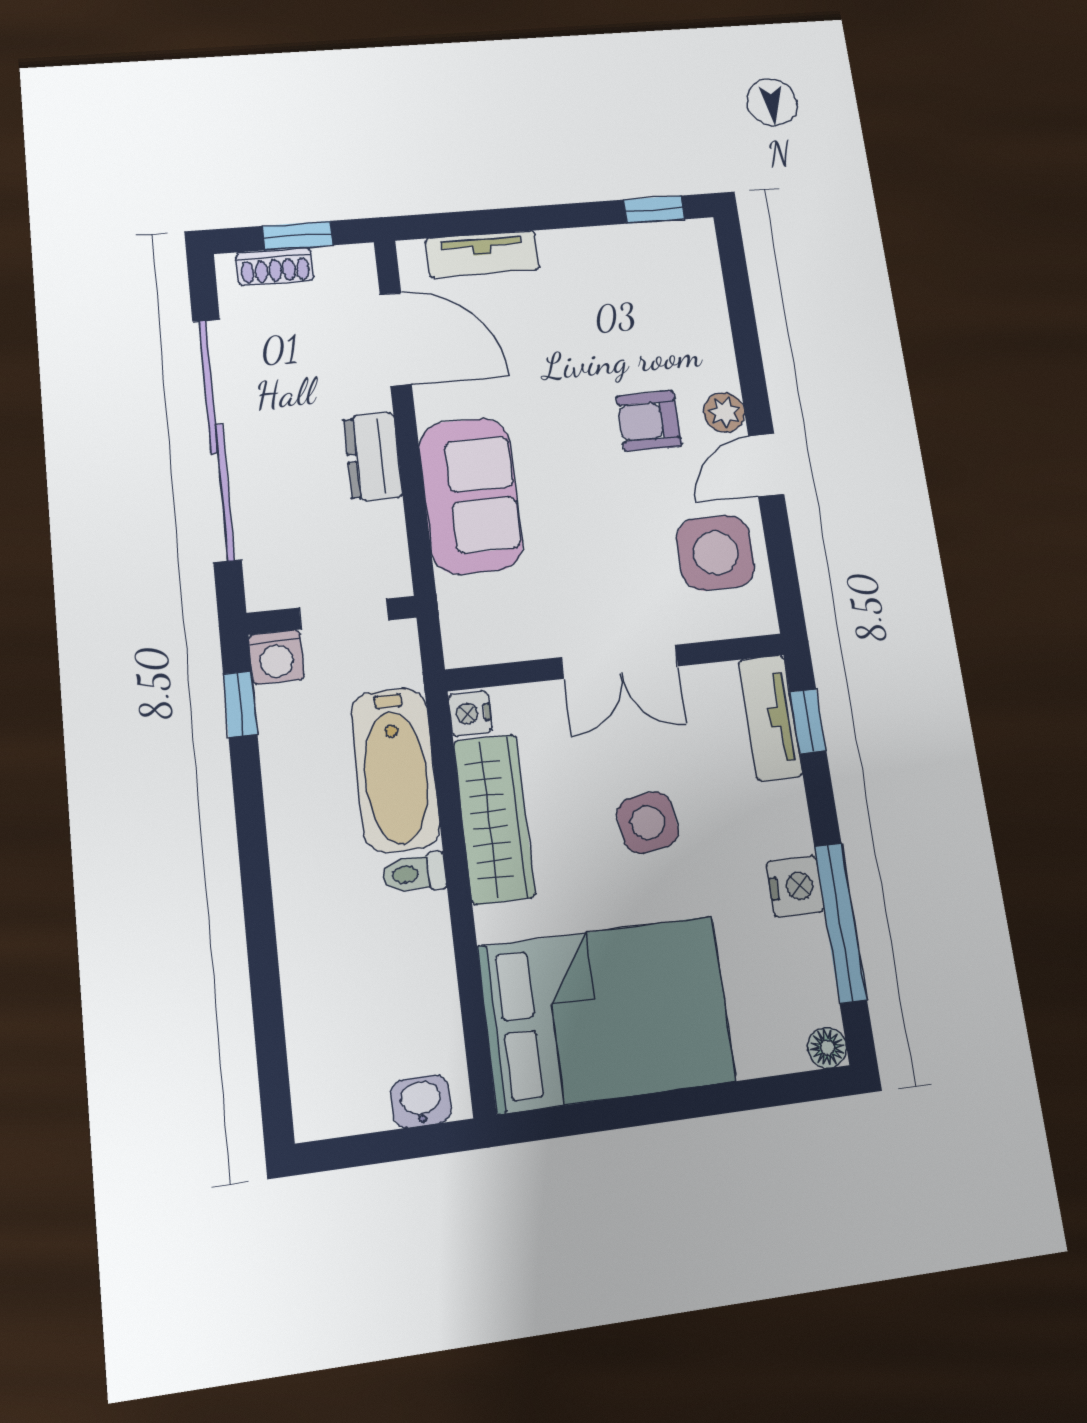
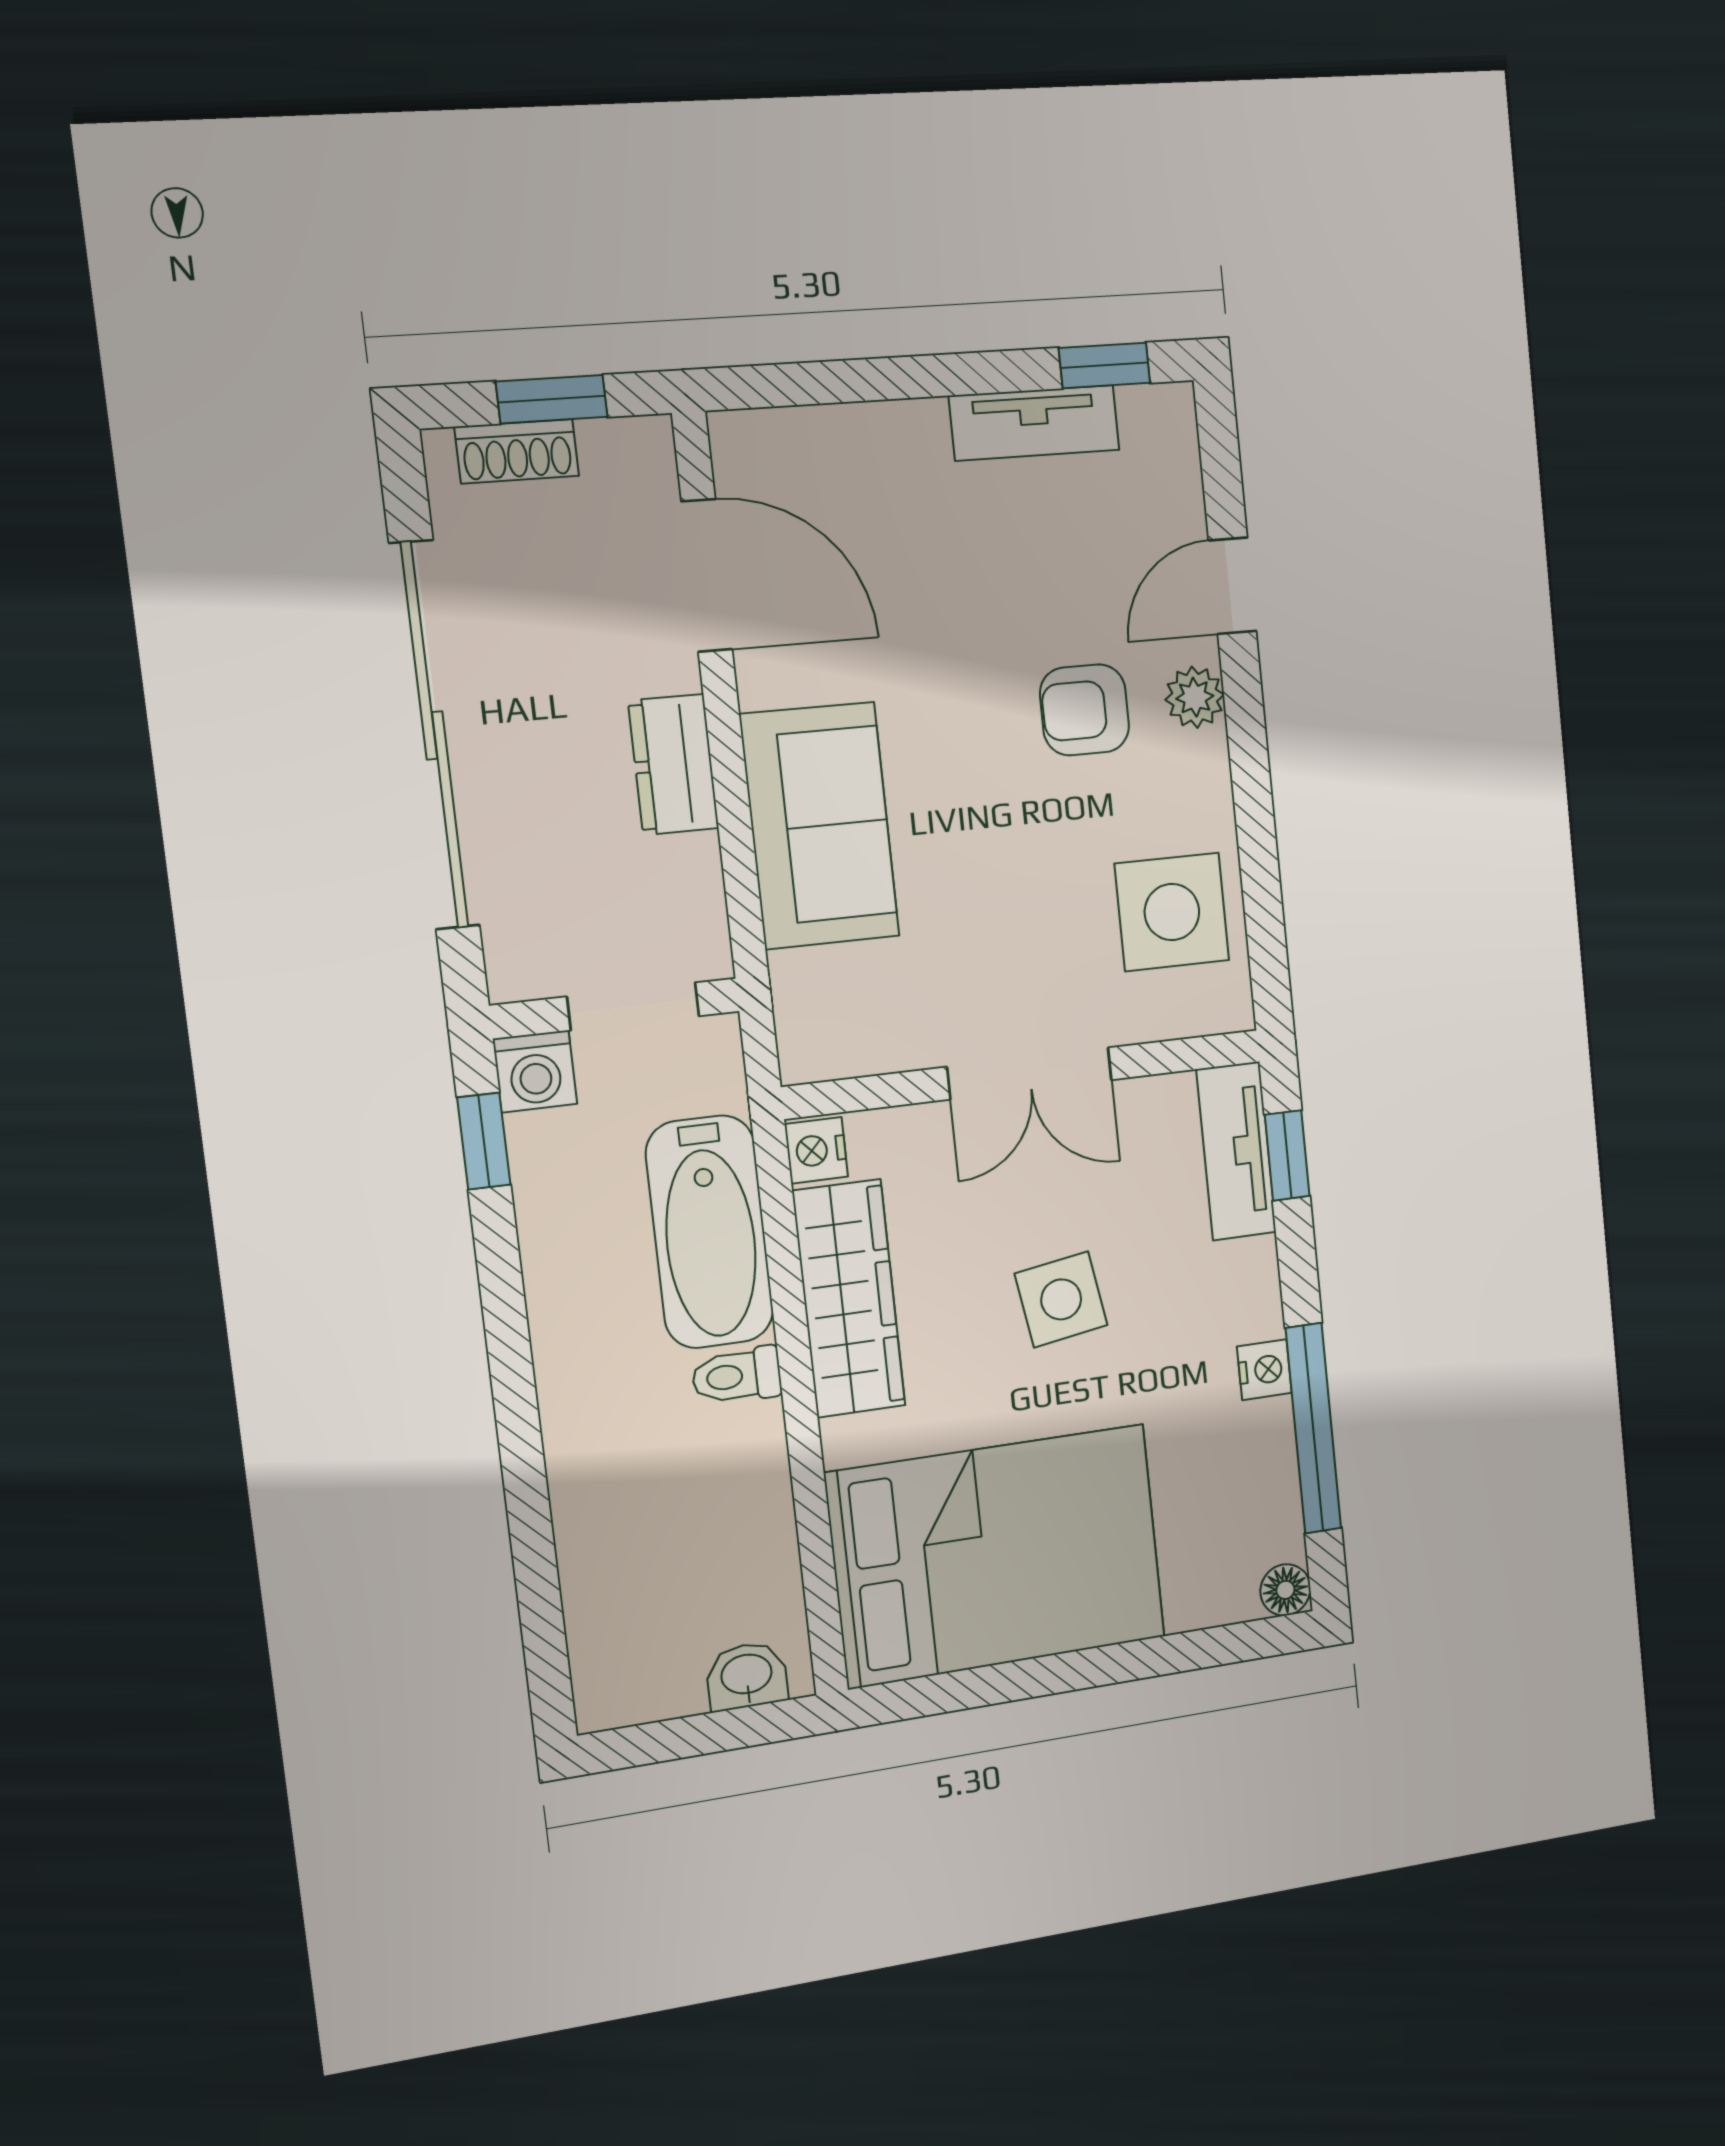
tv unit: (482, 254) -> (1034, 423), moved
door: (766, 465) -> (1233, 586), moved
nightstand: (795, 886) -> (1264, 1370), width x0.72, depth x0.74

